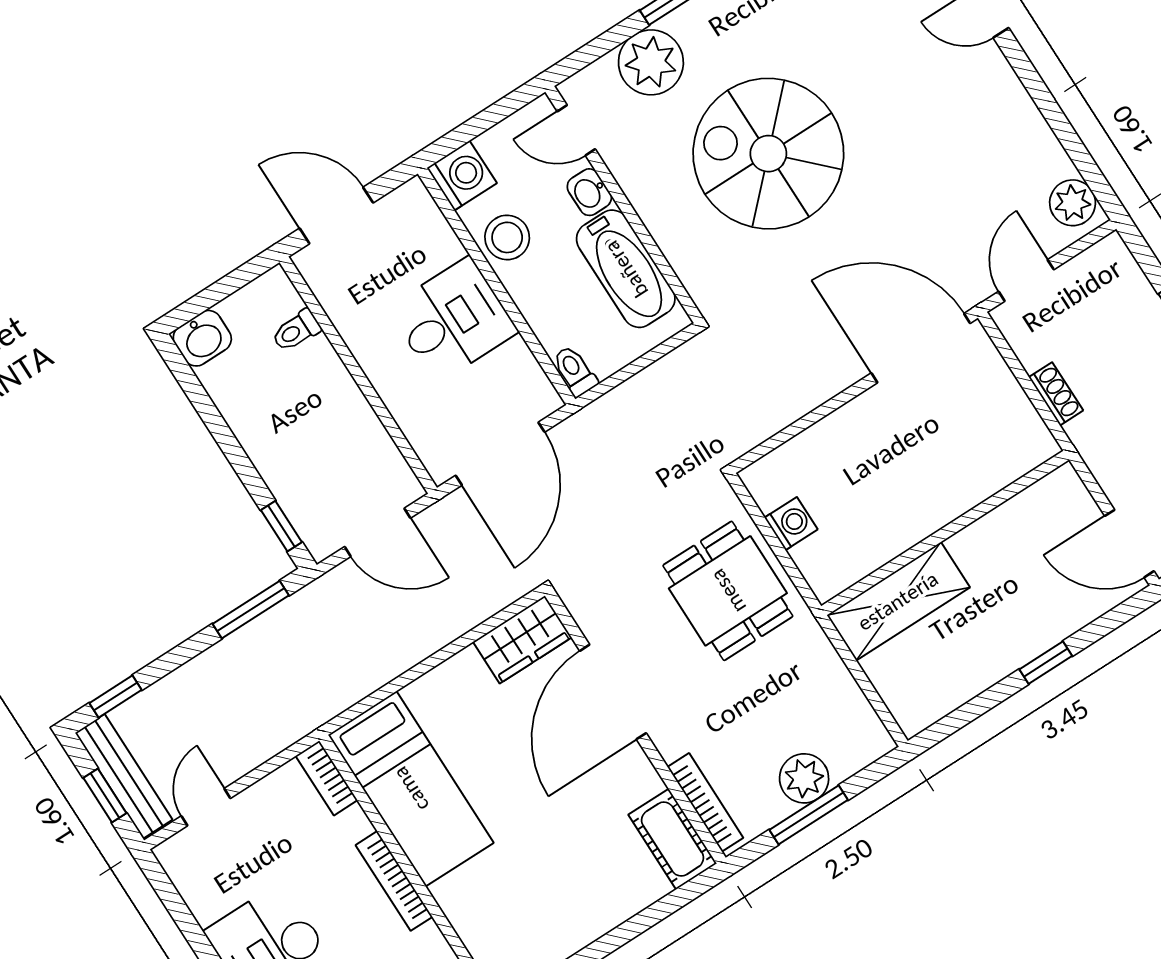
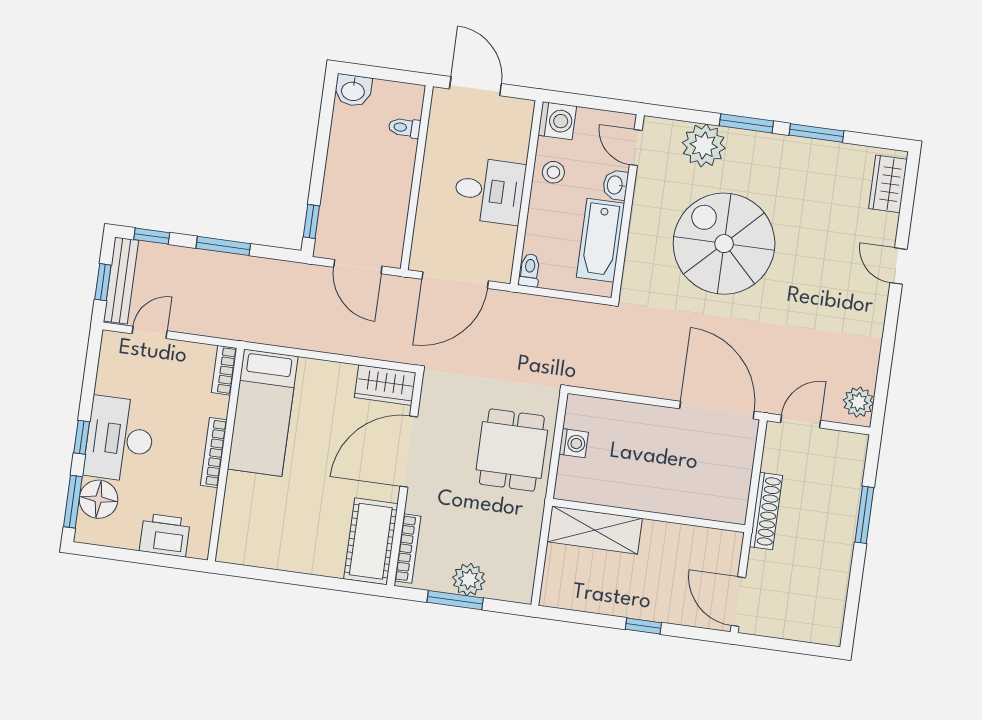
stool: (507, 237) -> (553, 172), width x0.73, depth x0.73
shoe rack: (1056, 394) -> (766, 511), width x1.94, depth x1.24
window: (251, 610) -> (223, 246), moved
cot: (673, 839) -> (371, 541), width x1.37, depth x1.34

